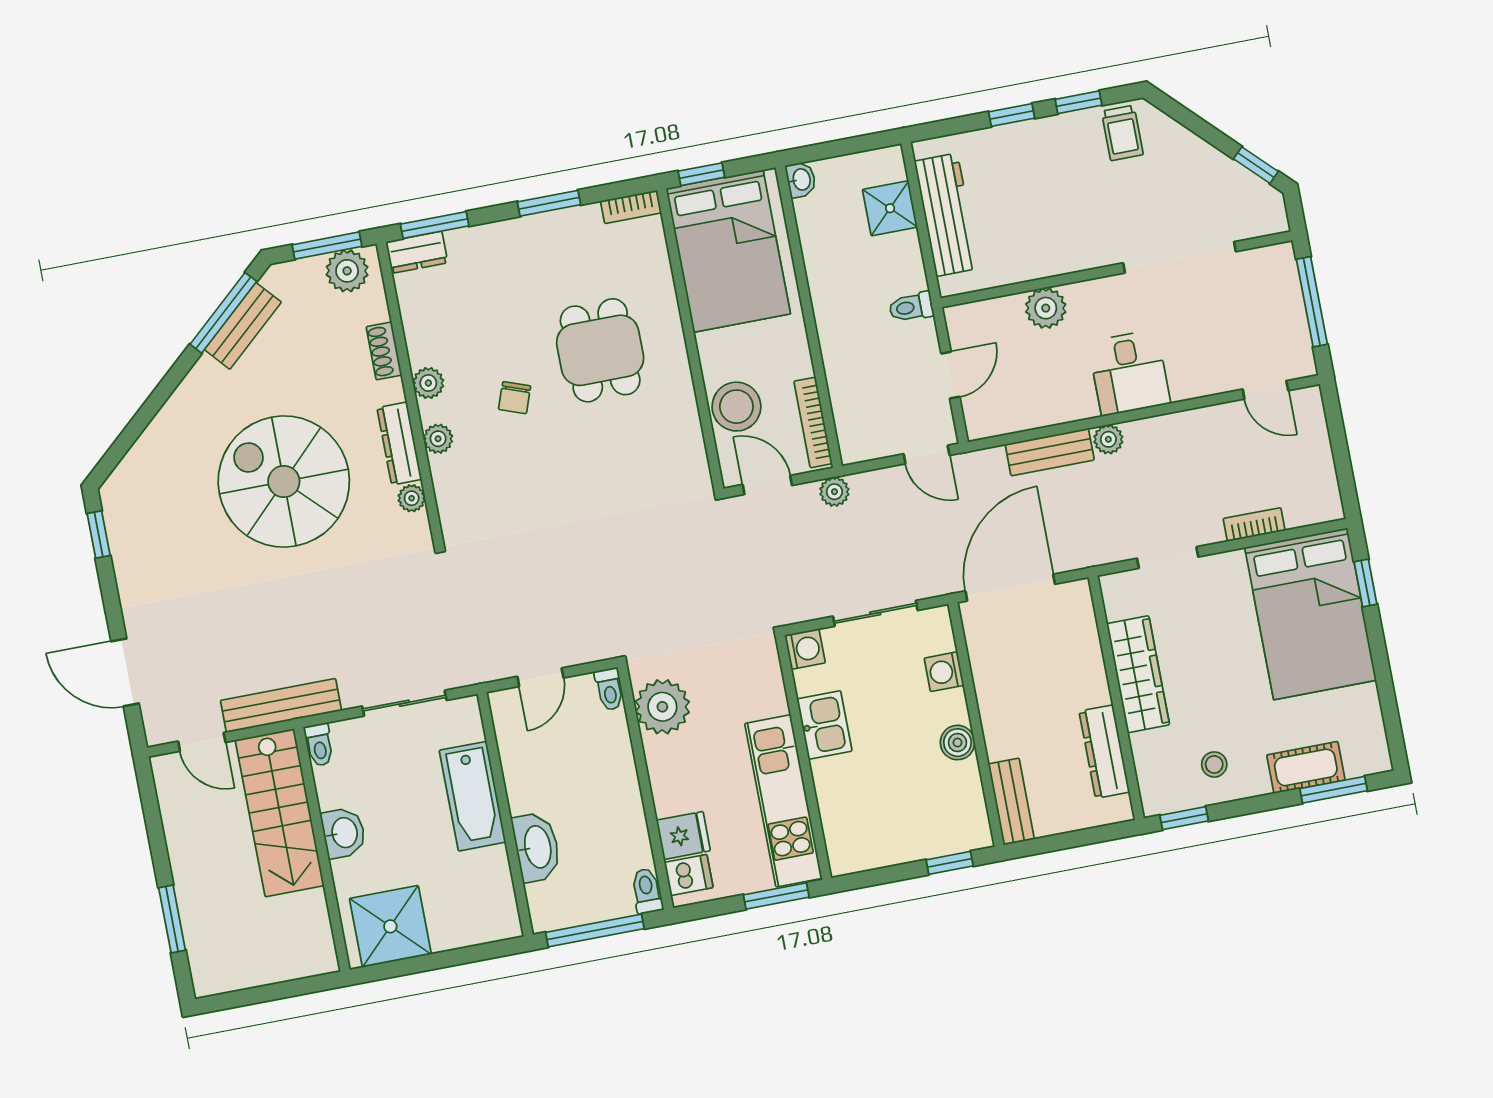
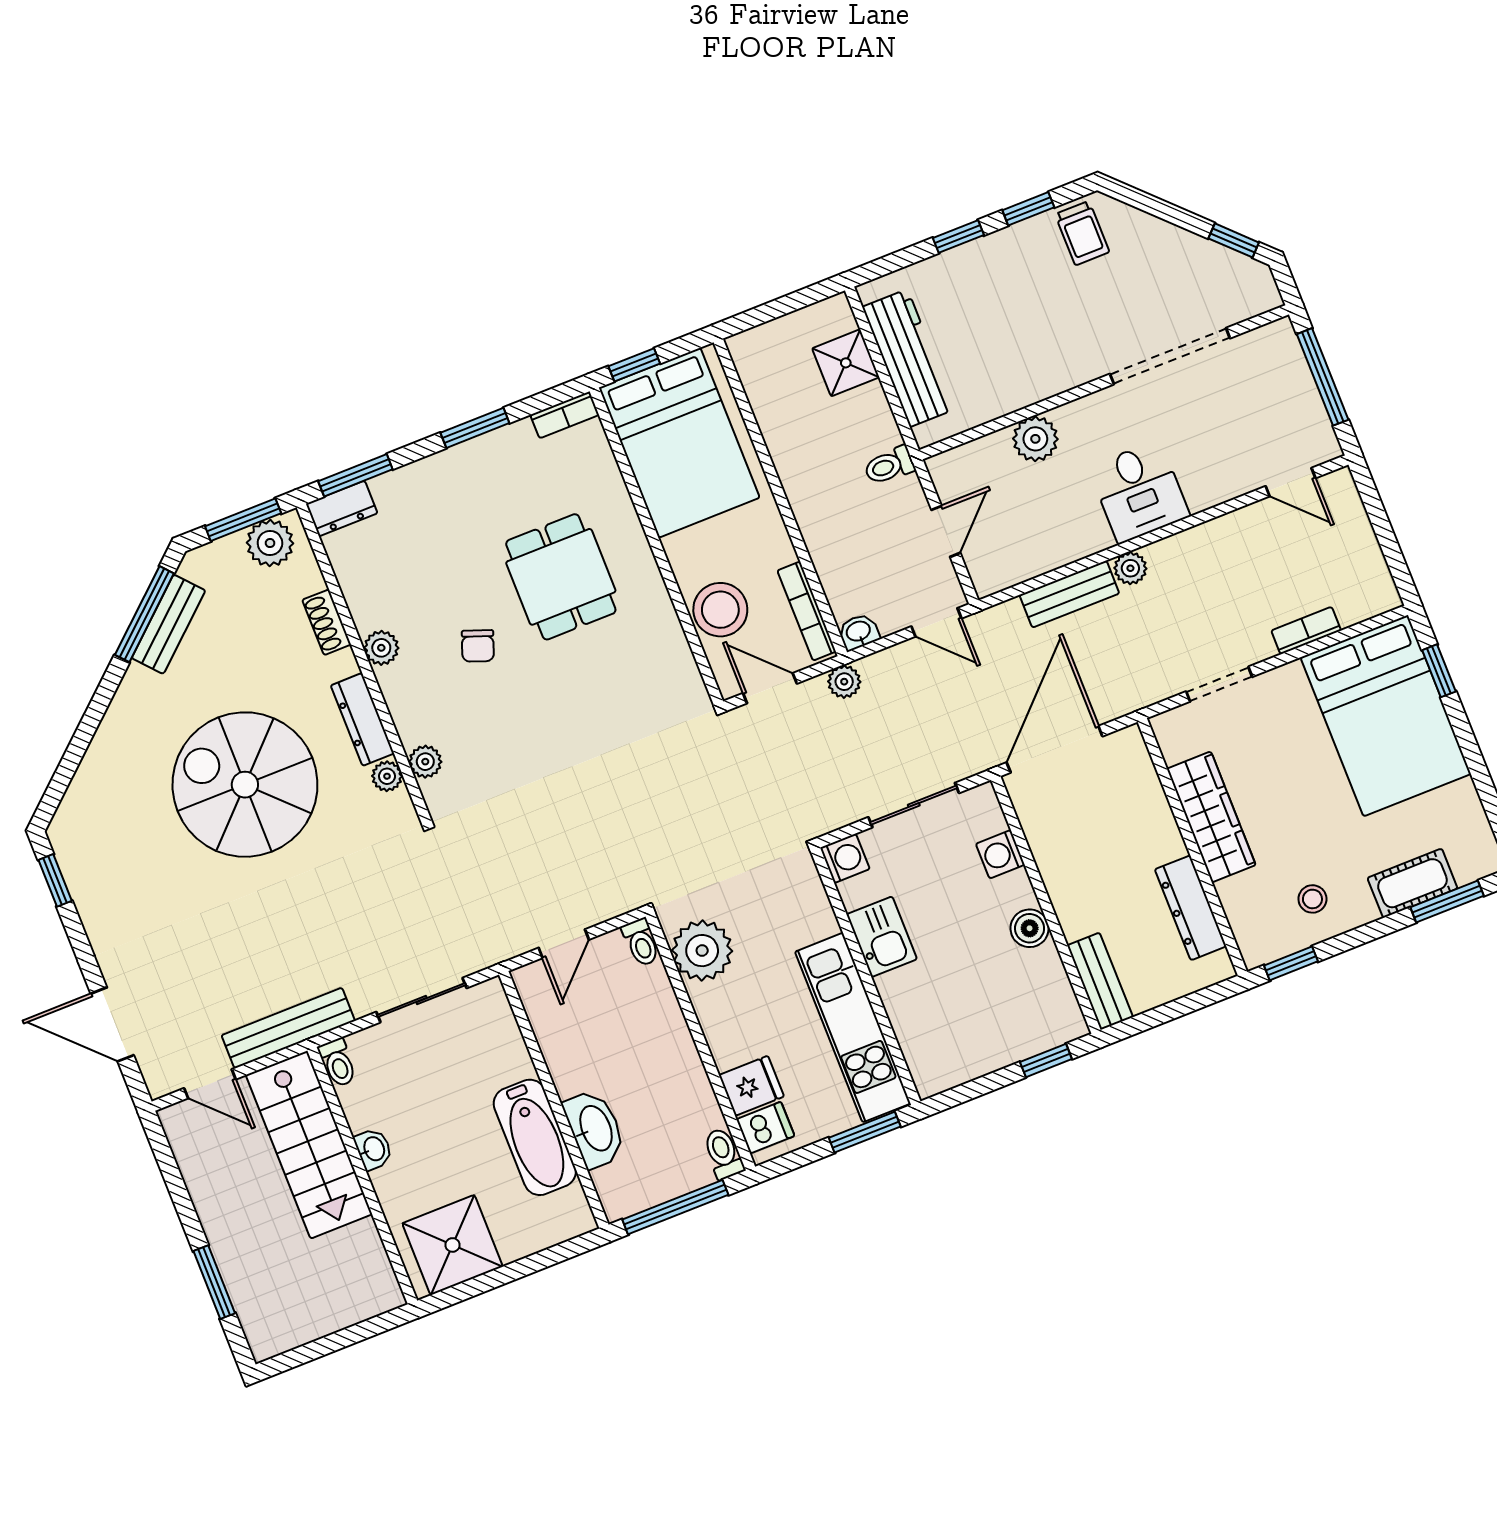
washbasin: (801, 180) -> (859, 632), moved, turned -90
plant: (438, 439) -> (425, 762), moved
bathtub: (473, 796) -> (535, 1137), moved
washbasin: (343, 833) -> (373, 1149), width x0.72, depth x0.69

